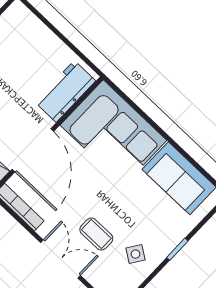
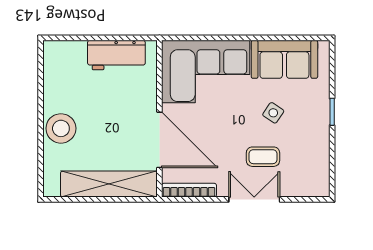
workbench: (65, 91) -> (116, 55), moved, turned -90
side table: (135, 254) -> (273, 113), moved

